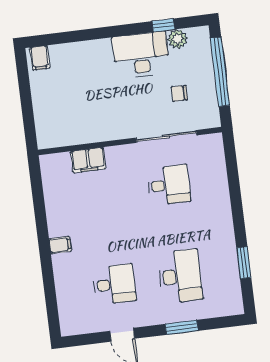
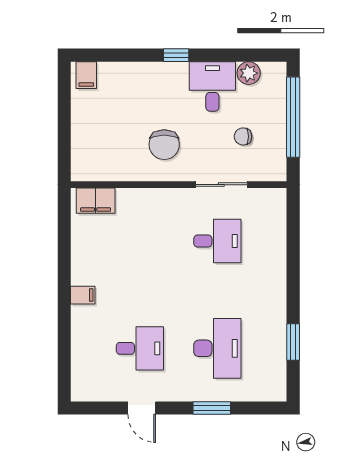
window: (163, 25) -> (176, 55), moved
desk: (141, 55) -> (212, 86), width x0.73
chair: (113, 109) -> (164, 145), added
sliding door: (166, 137) -> (221, 185), width x0.73
filing cabinet: (88, 160) -> (96, 201), moved

